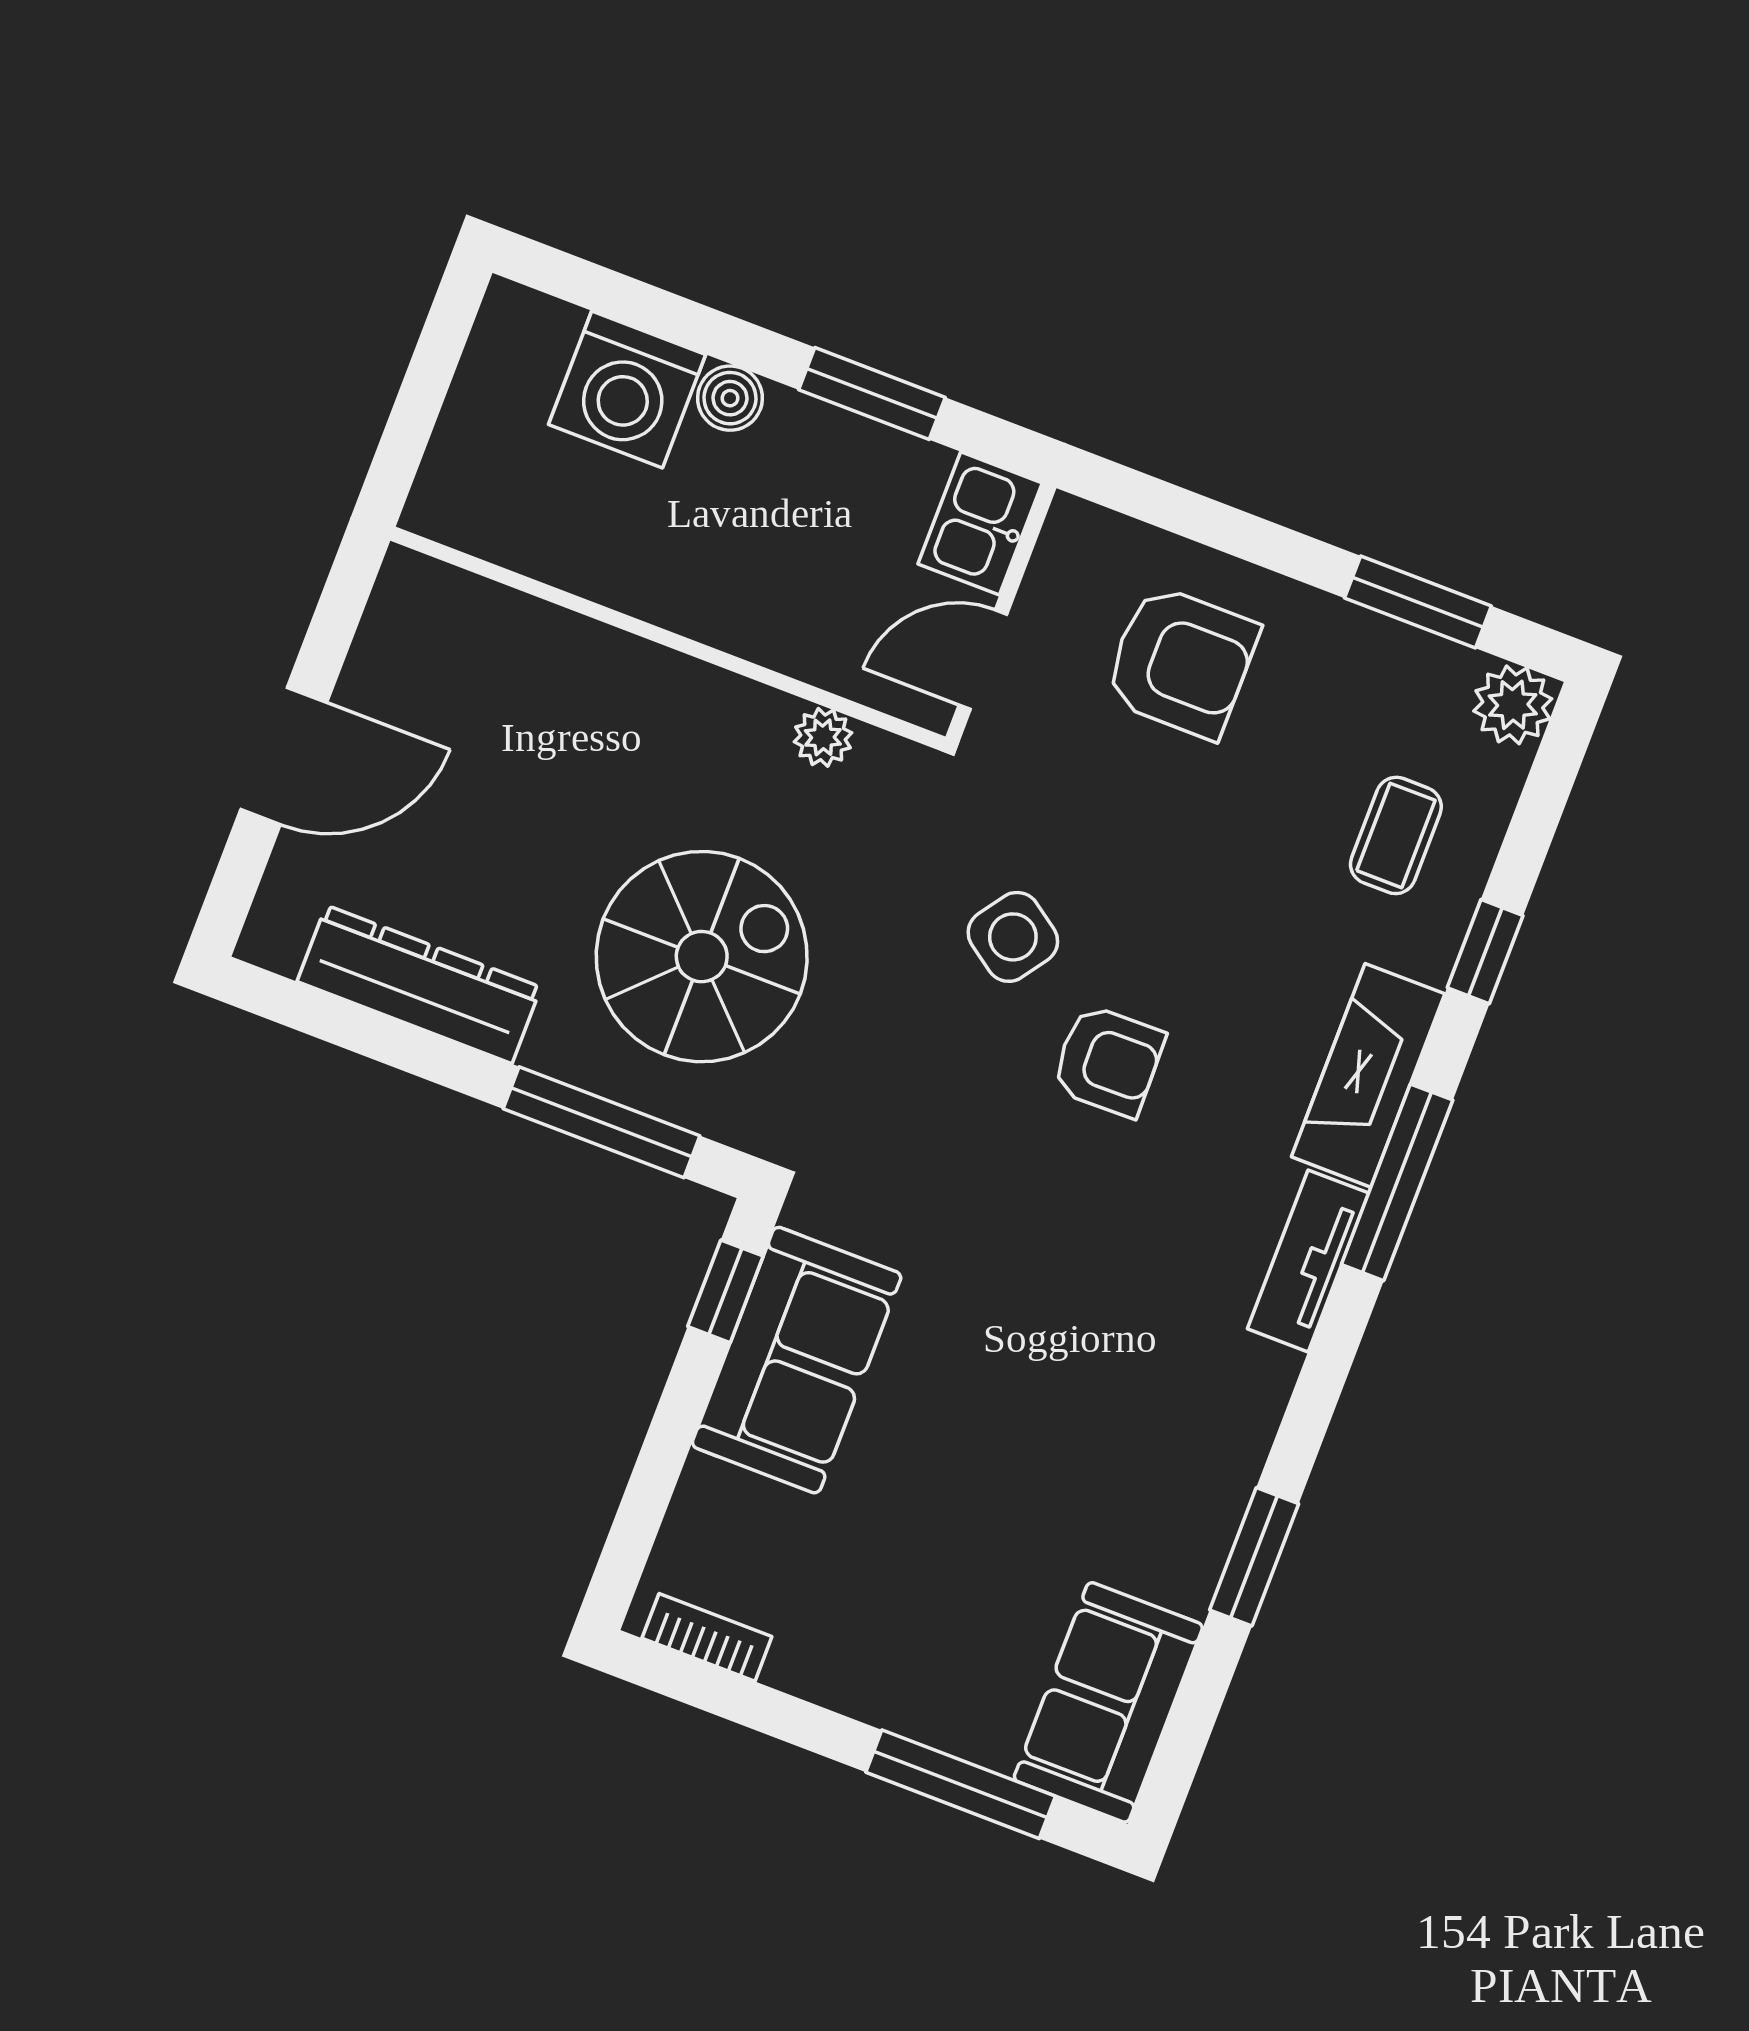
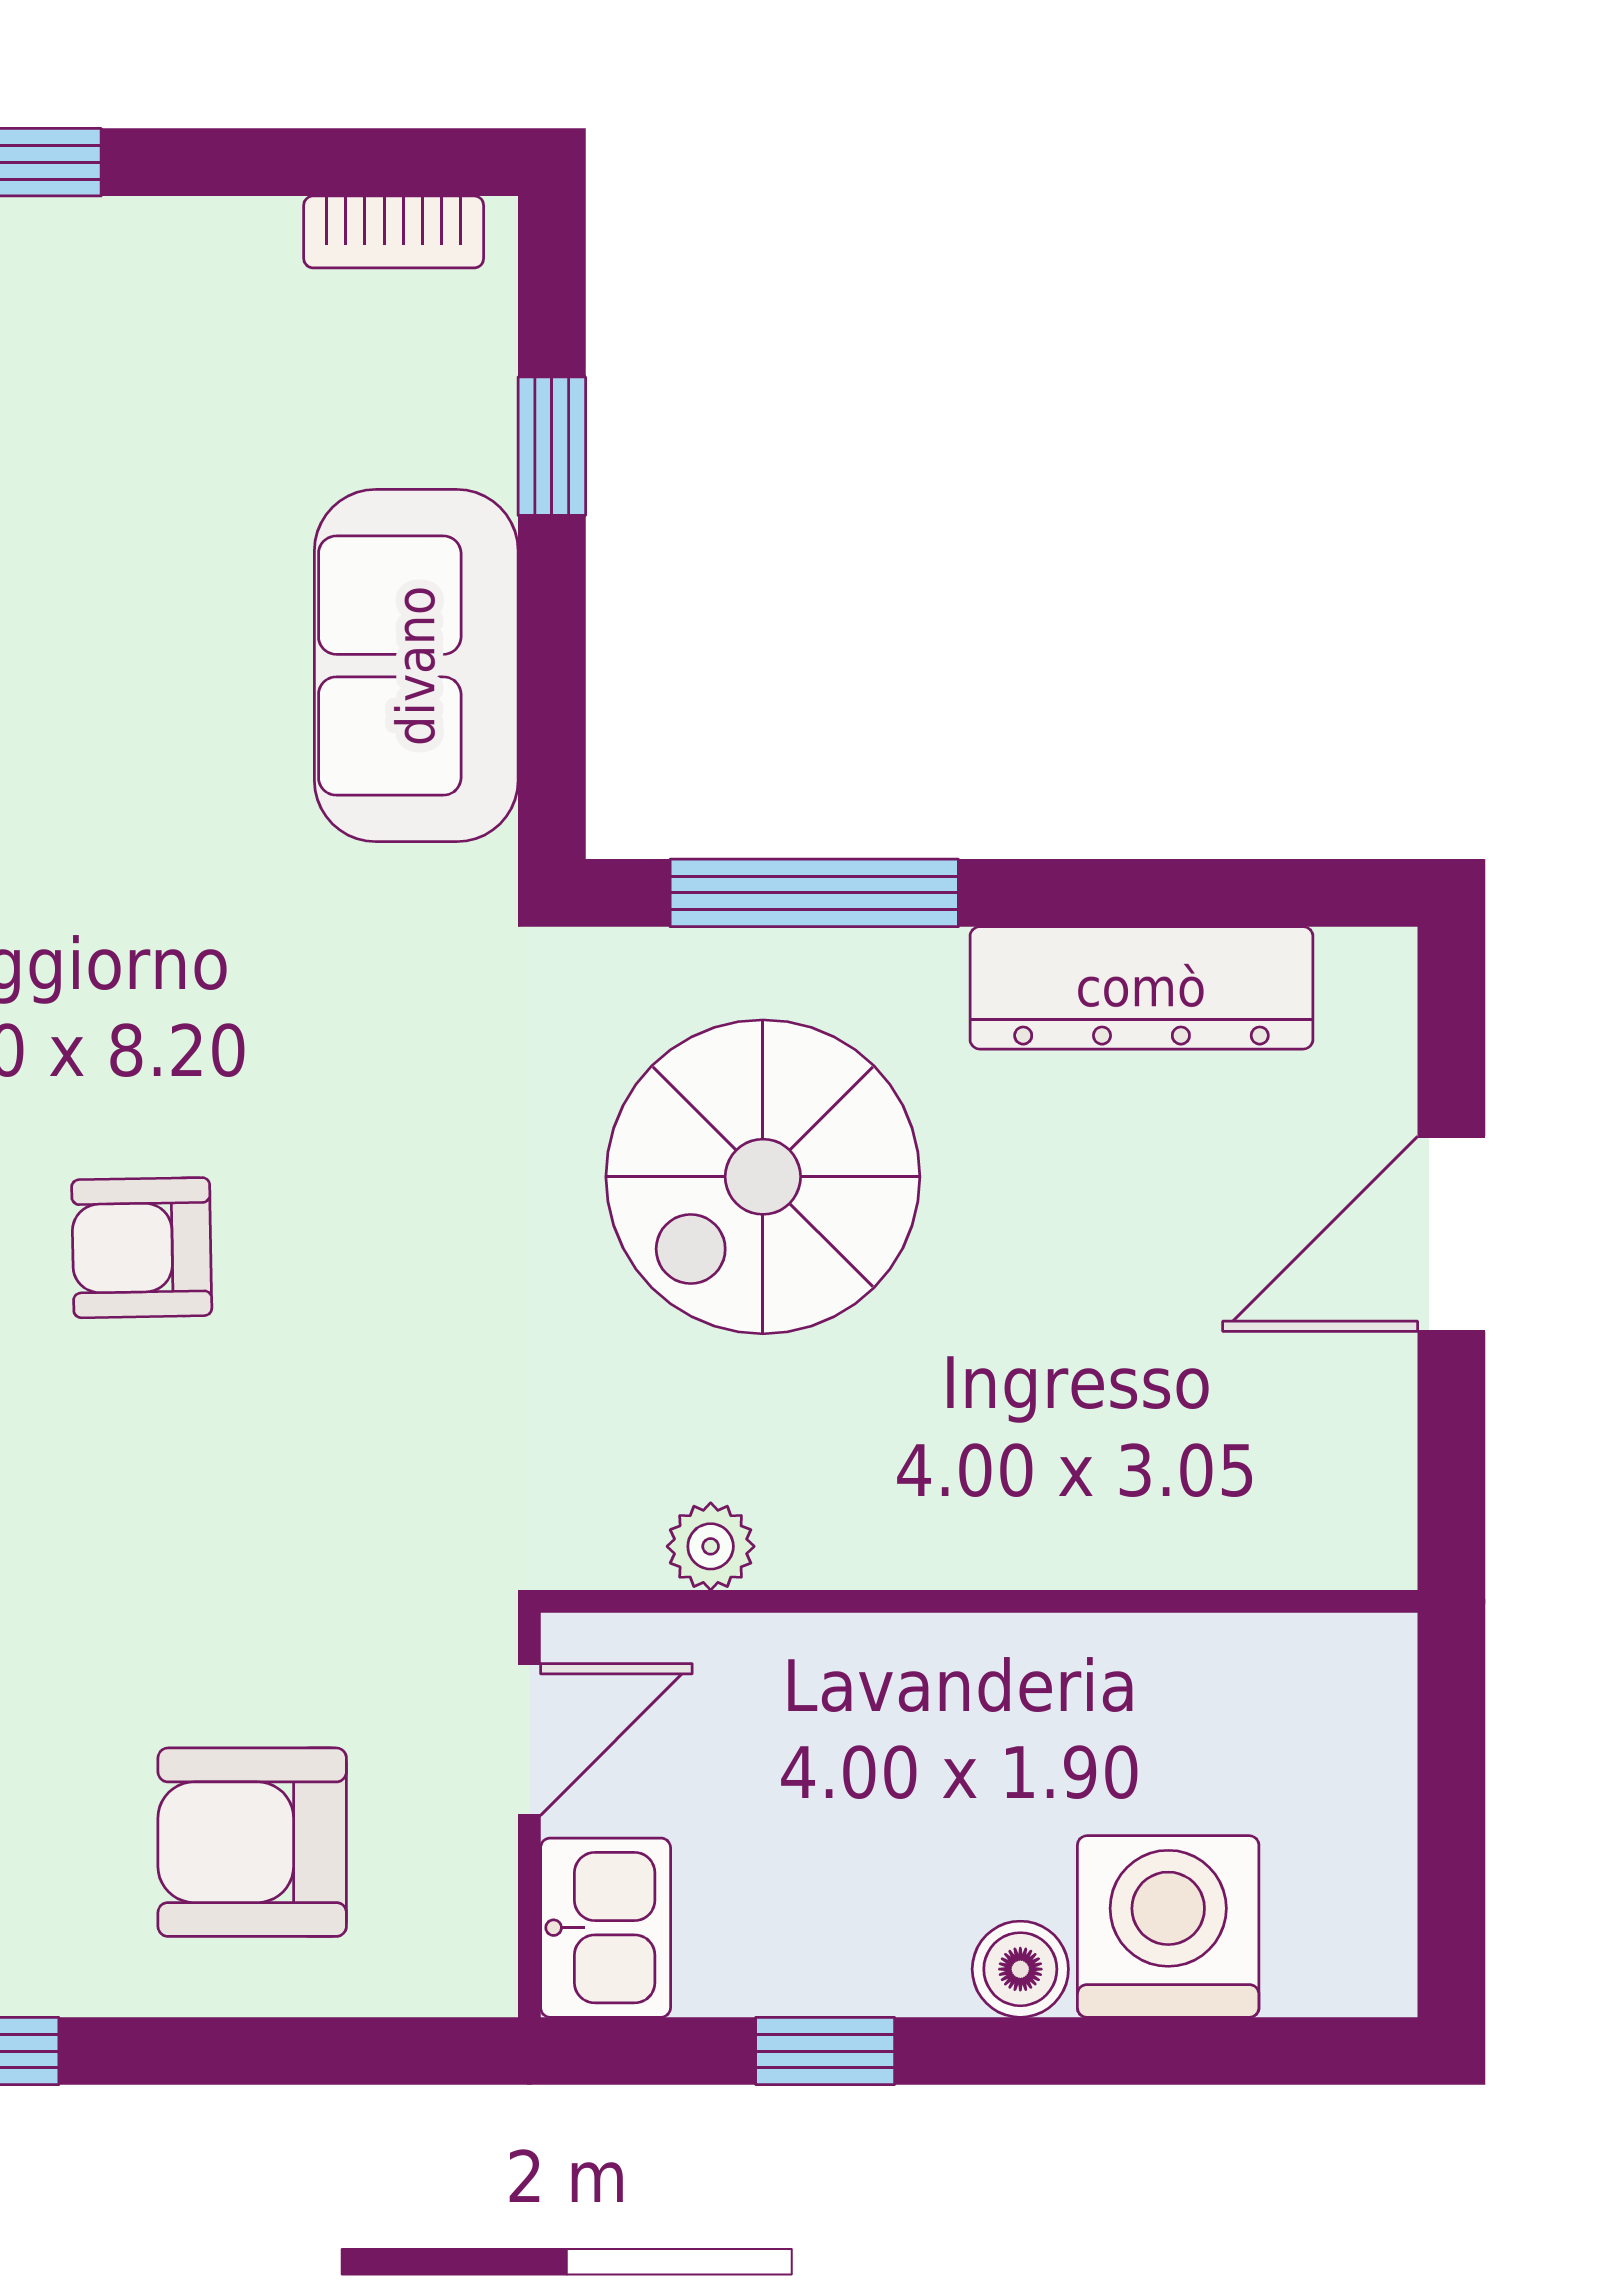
window: (872, 394) -> (825, 2051), width x0.67
side table: (1013, 937) -> (340, 1370), removed
window: (725, 1291) -> (552, 446), moved

